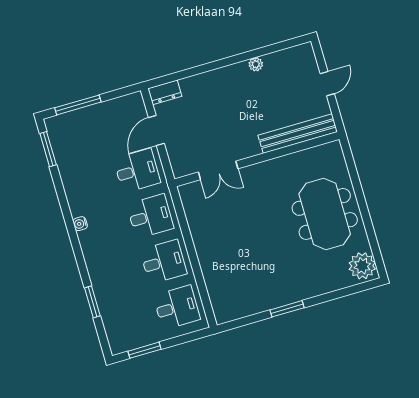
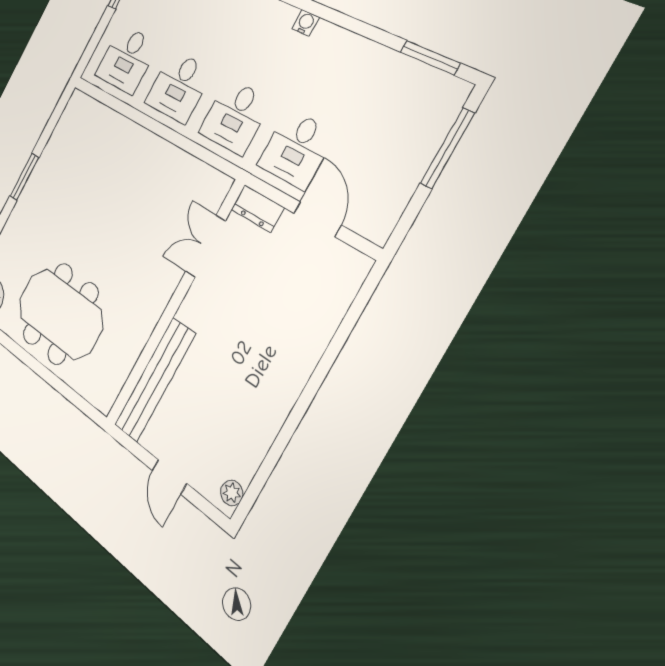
plant: (256, 64) -> (232, 493), moved
dresser: (165, 92) -> (258, 208), moved, turned -90

